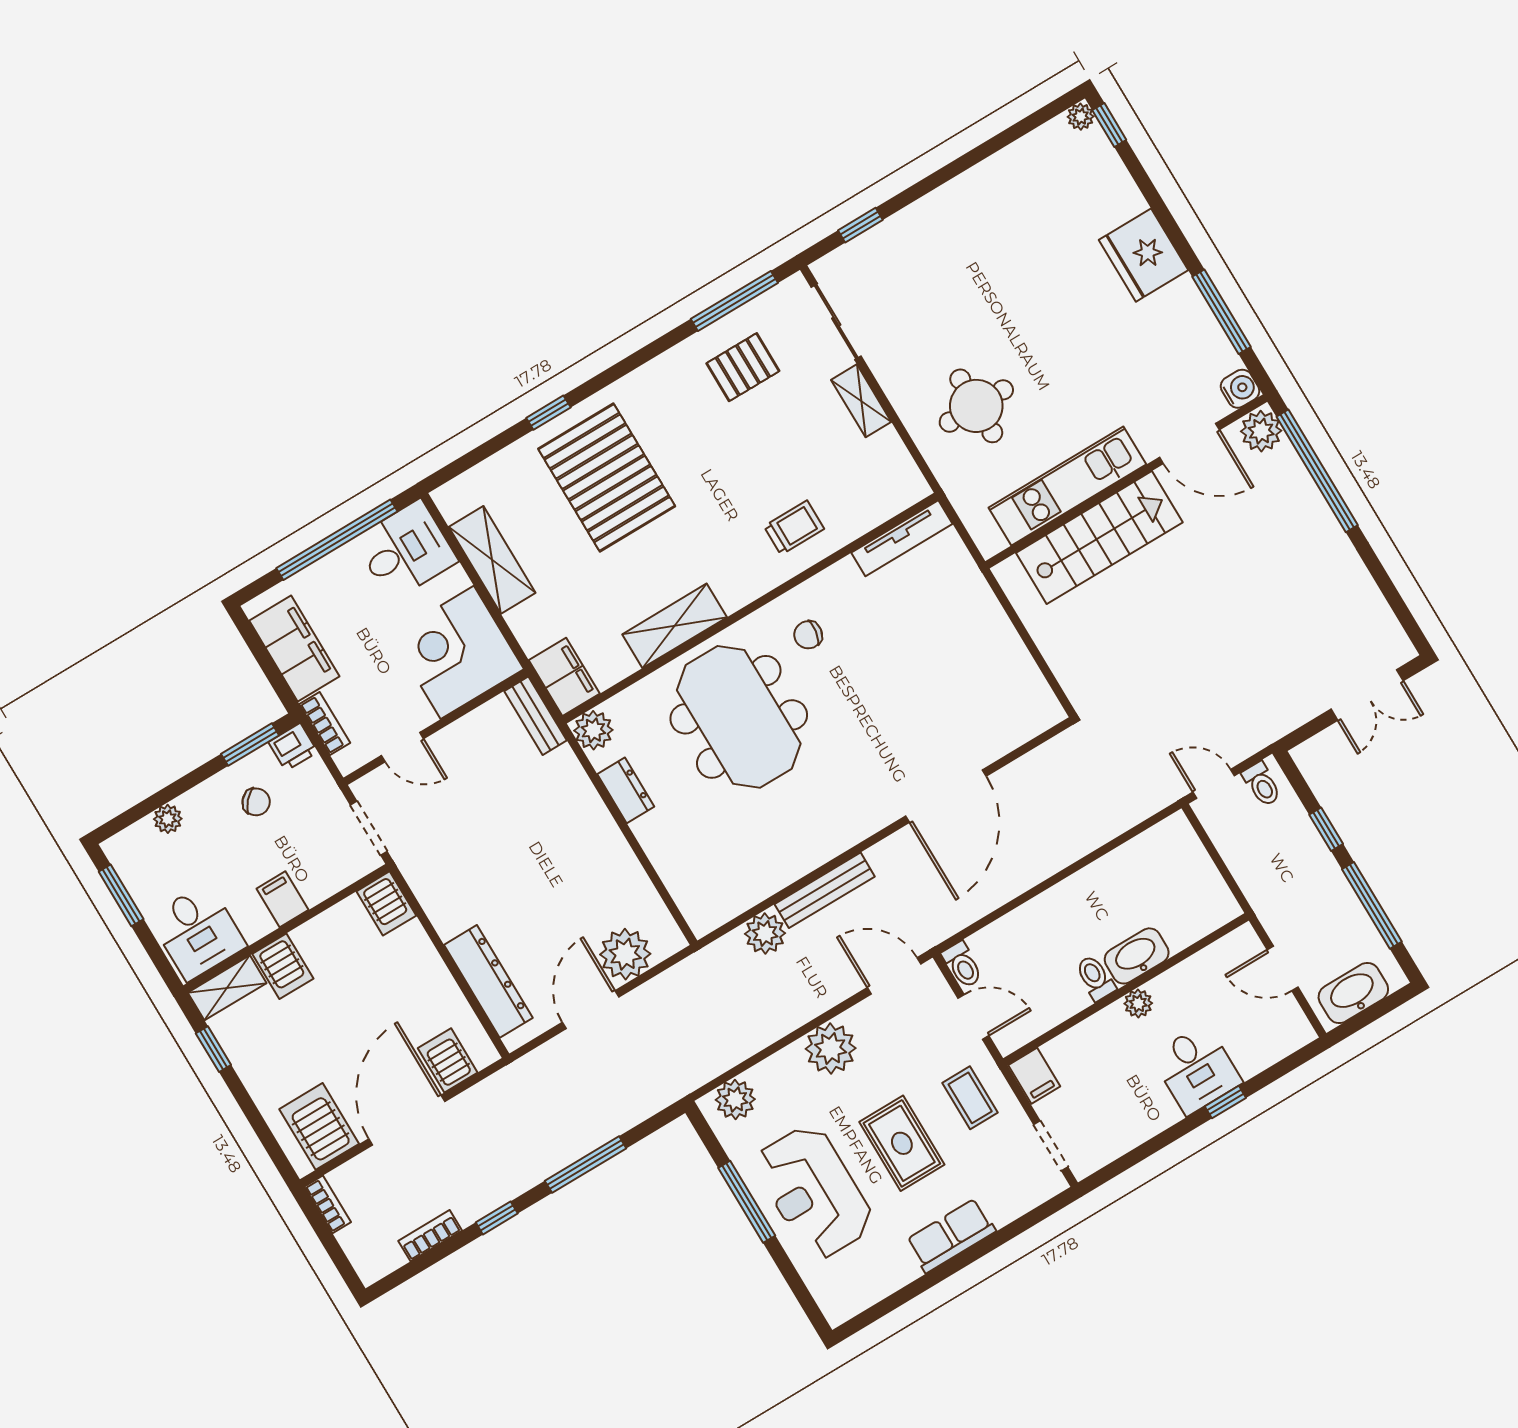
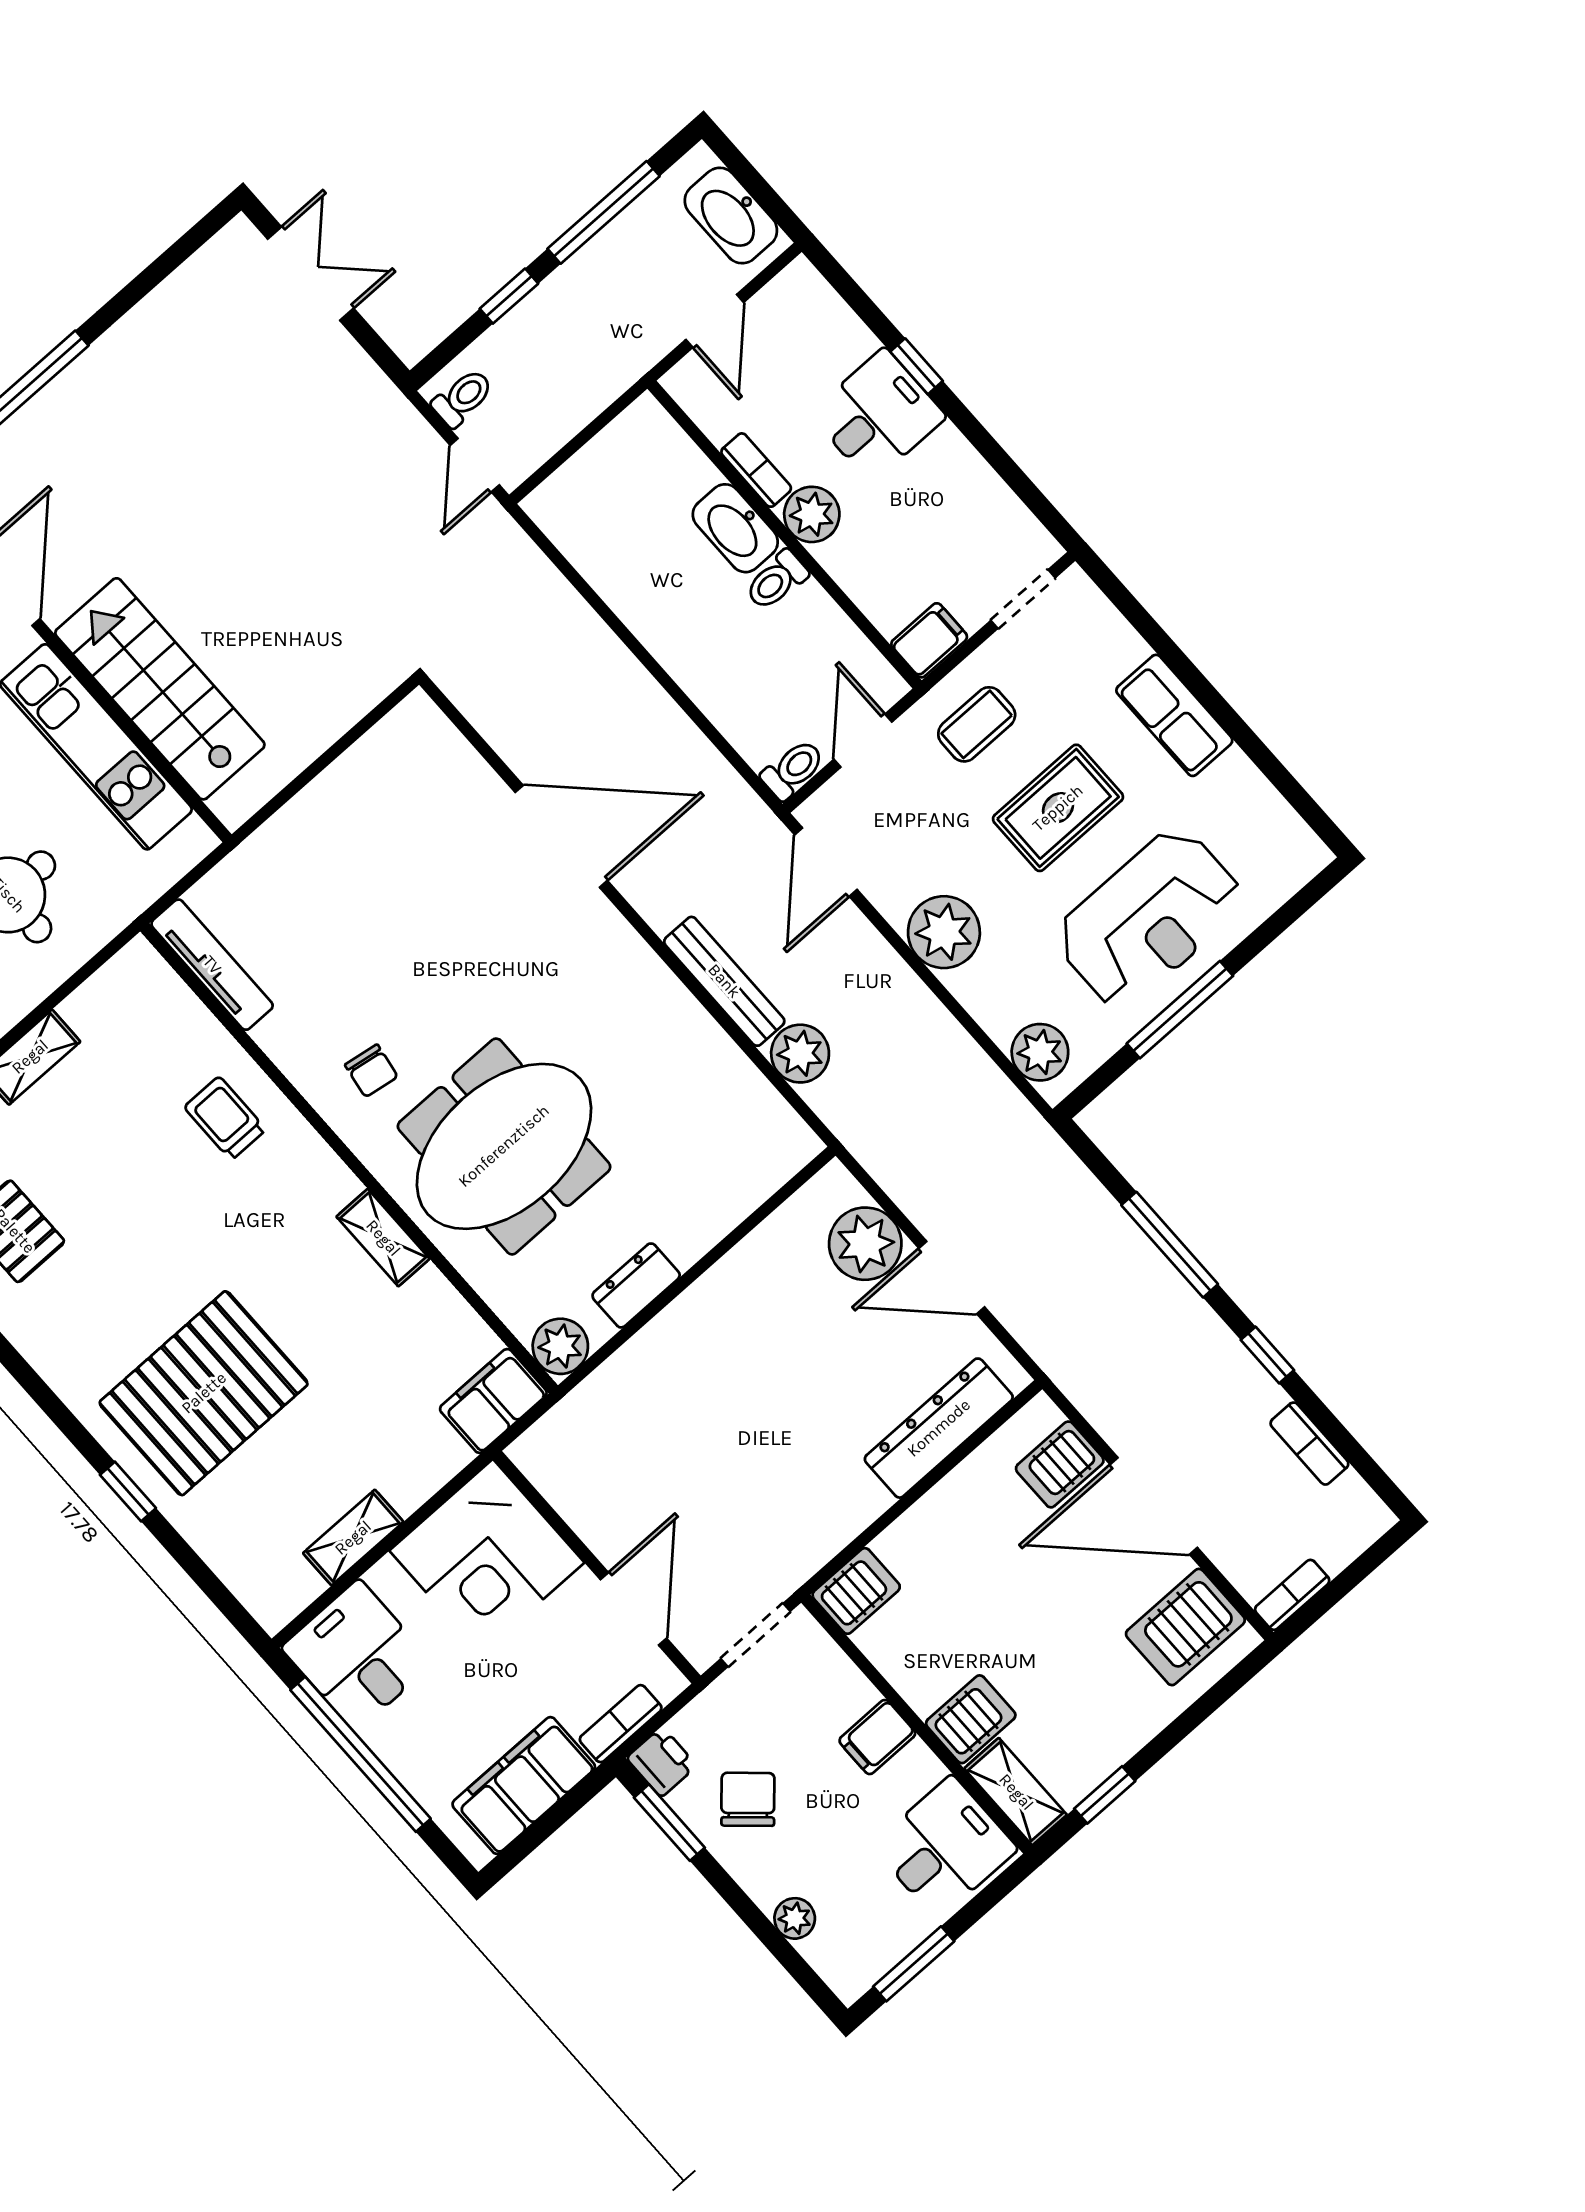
shelving: (492, 560) -> (353, 1538), width x0.67, depth x0.75
shelving: (675, 626) -> (383, 1238), width x0.67, depth x0.75
bench: (535, 716) -> (555, 1431), removed
door: (402, 747) -> (634, 1609), width x1.38
chair: (256, 802) -> (748, 1799), width x1.37, depth x1.37
bookcase: (1174, 978) -> (756, 470), added
plant: (1138, 1003) -> (812, 514), width x1.38, depth x1.38

